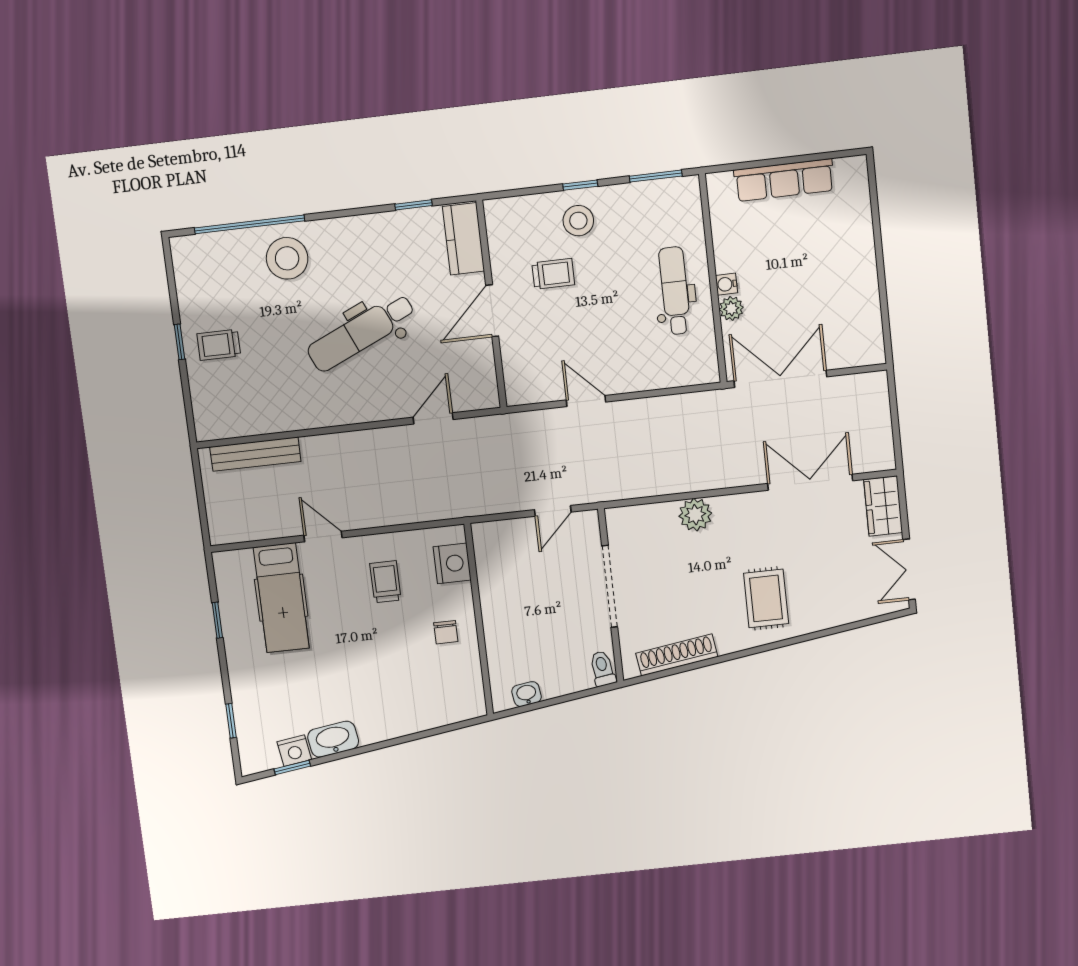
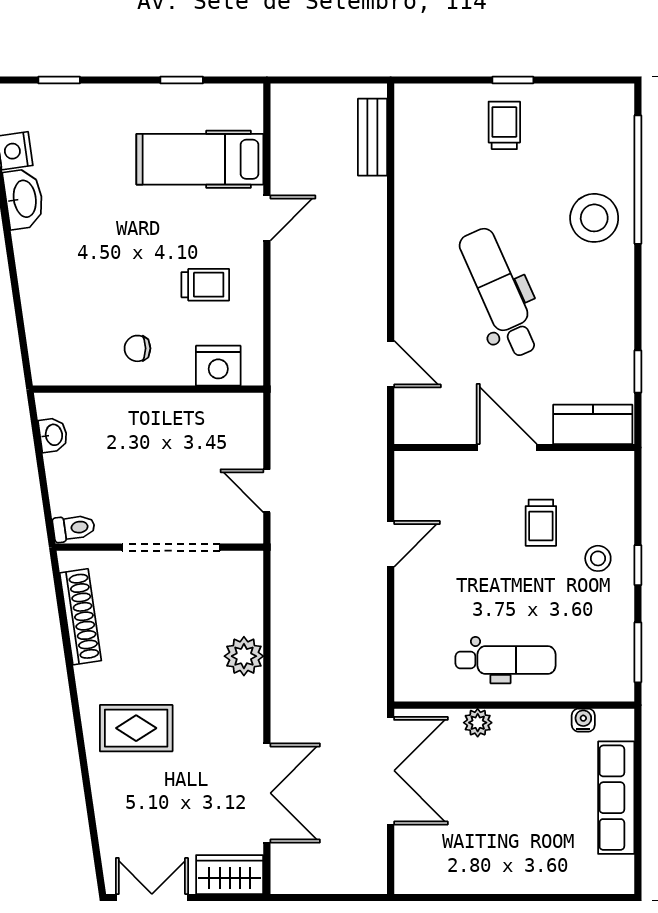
stool: (578, 221) -> (598, 558), width x0.73, depth x0.73
water cooler: (727, 284) -> (583, 720), moved
bench: (255, 454) -> (372, 137), width x0.73

